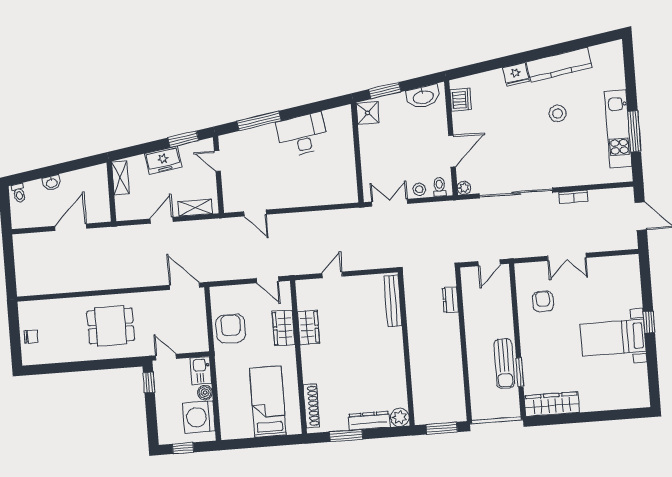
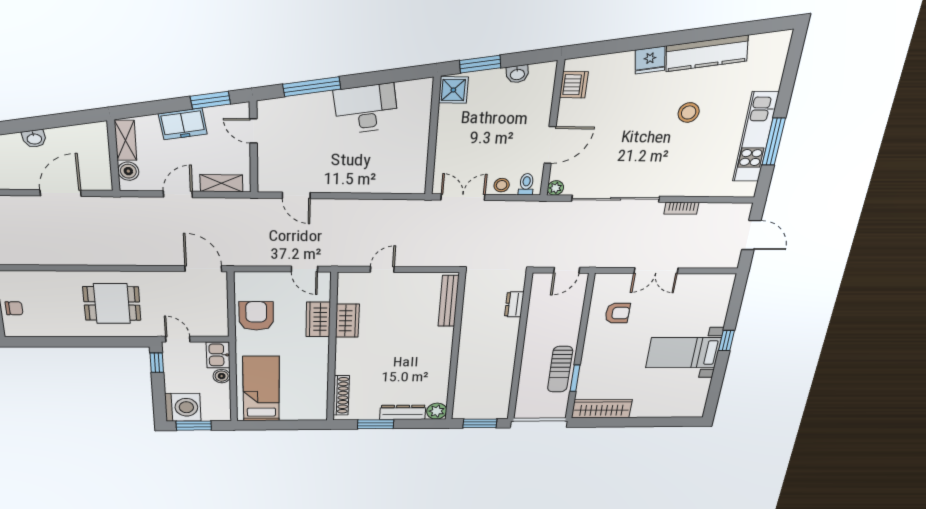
washbasin: (423, 97) -> (517, 74), width x0.52, depth x0.69
boiler: (123, 204) -> (128, 171), added
armchair: (543, 301) -> (617, 313), turned 90
bed: (268, 402) -> (261, 389), moved
washing machine: (199, 417) -> (183, 407), moved, turned 180
window: (183, 448) -> (194, 426), width x1.50

